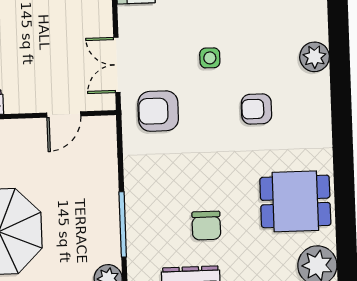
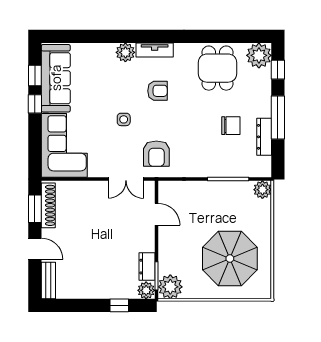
tv unit: (320, 102) -> (155, 50), added
armchair: (256, 109) -> (157, 91), turned -90

